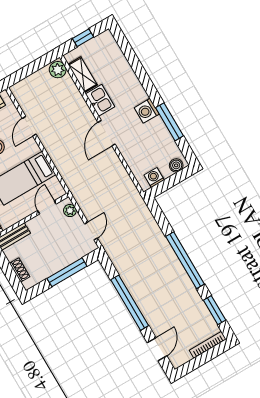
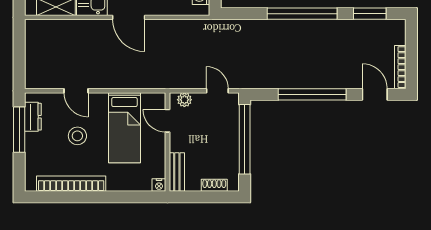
plant: (58, 70) -> (36, 29), removed
window: (67, 272) -> (245, 139), width x1.46
bookcase: (208, 345) -> (400, 67), moved

